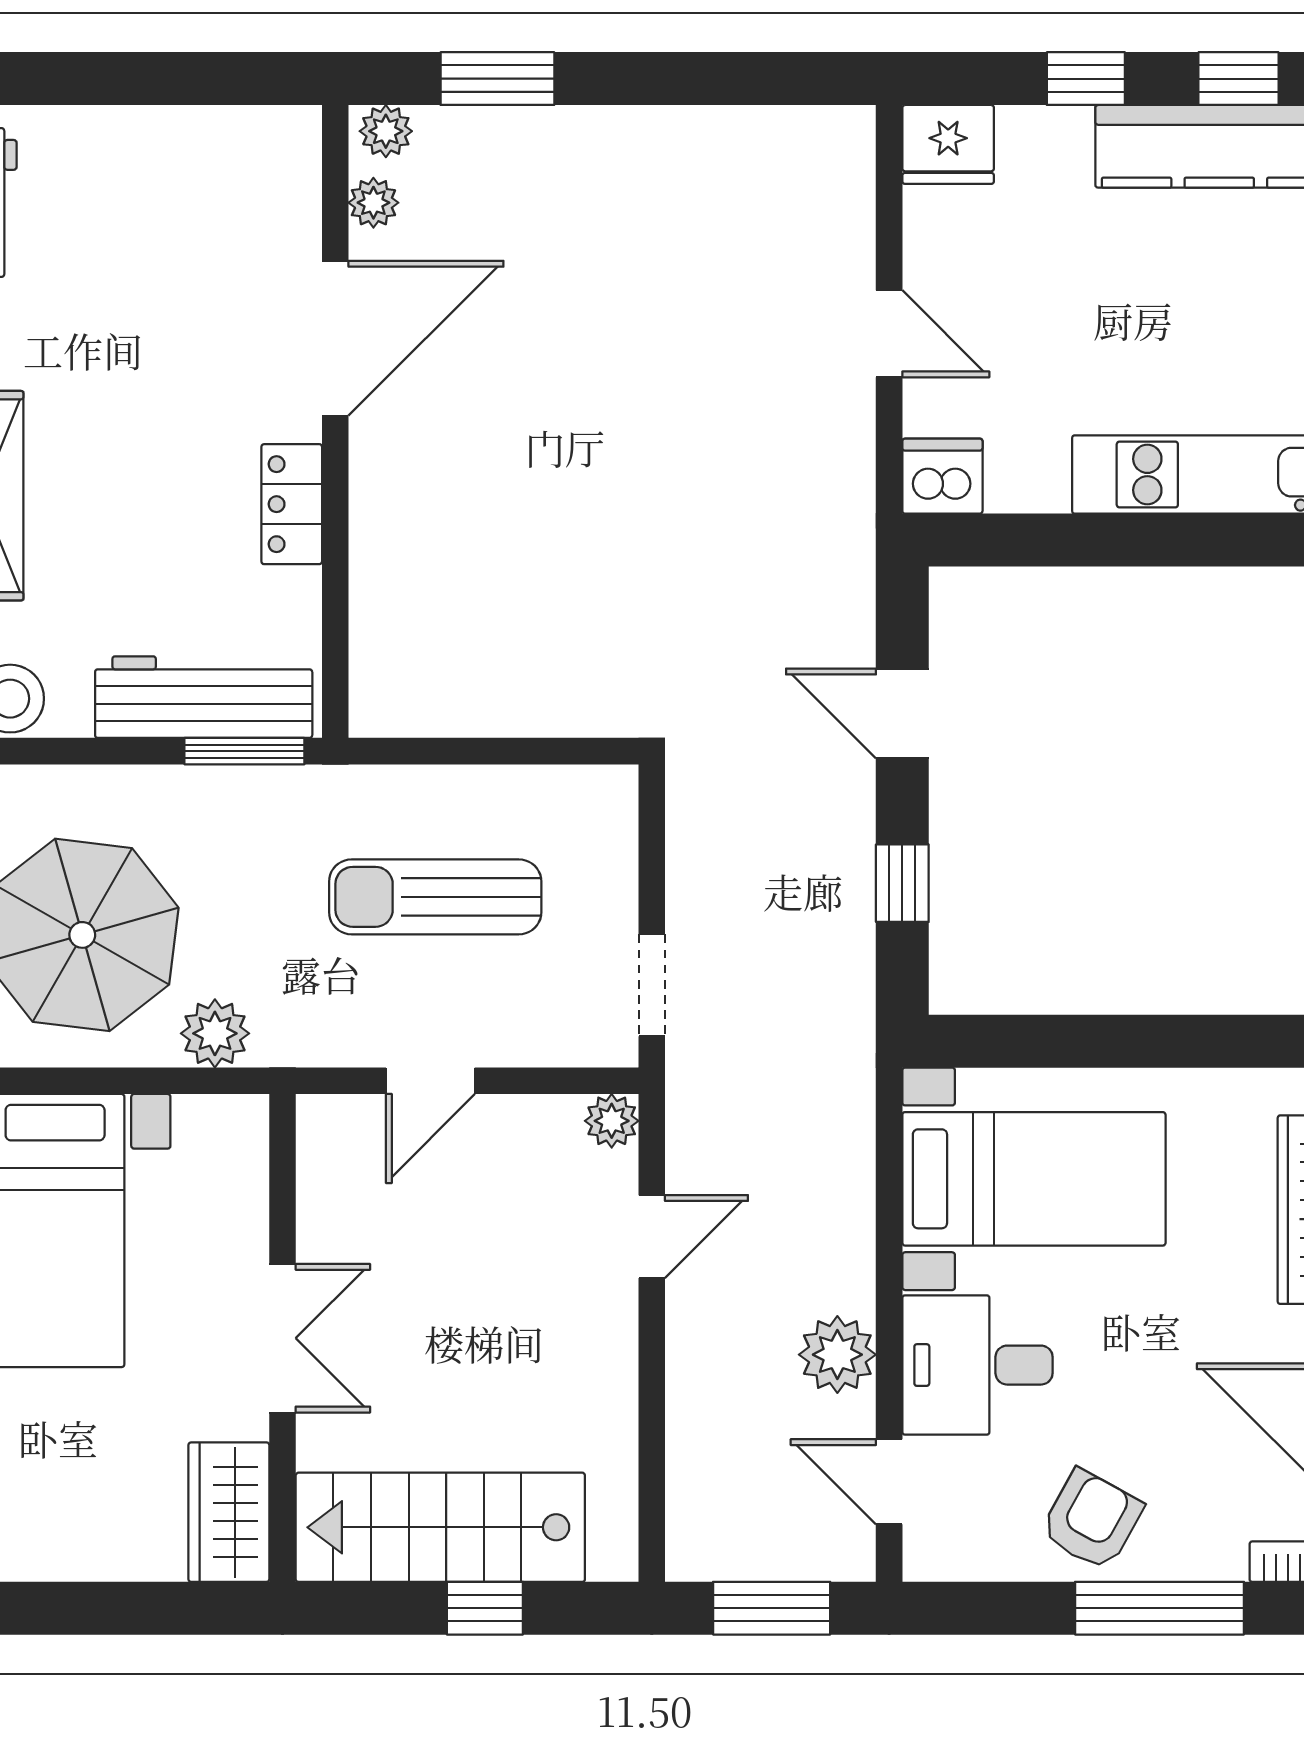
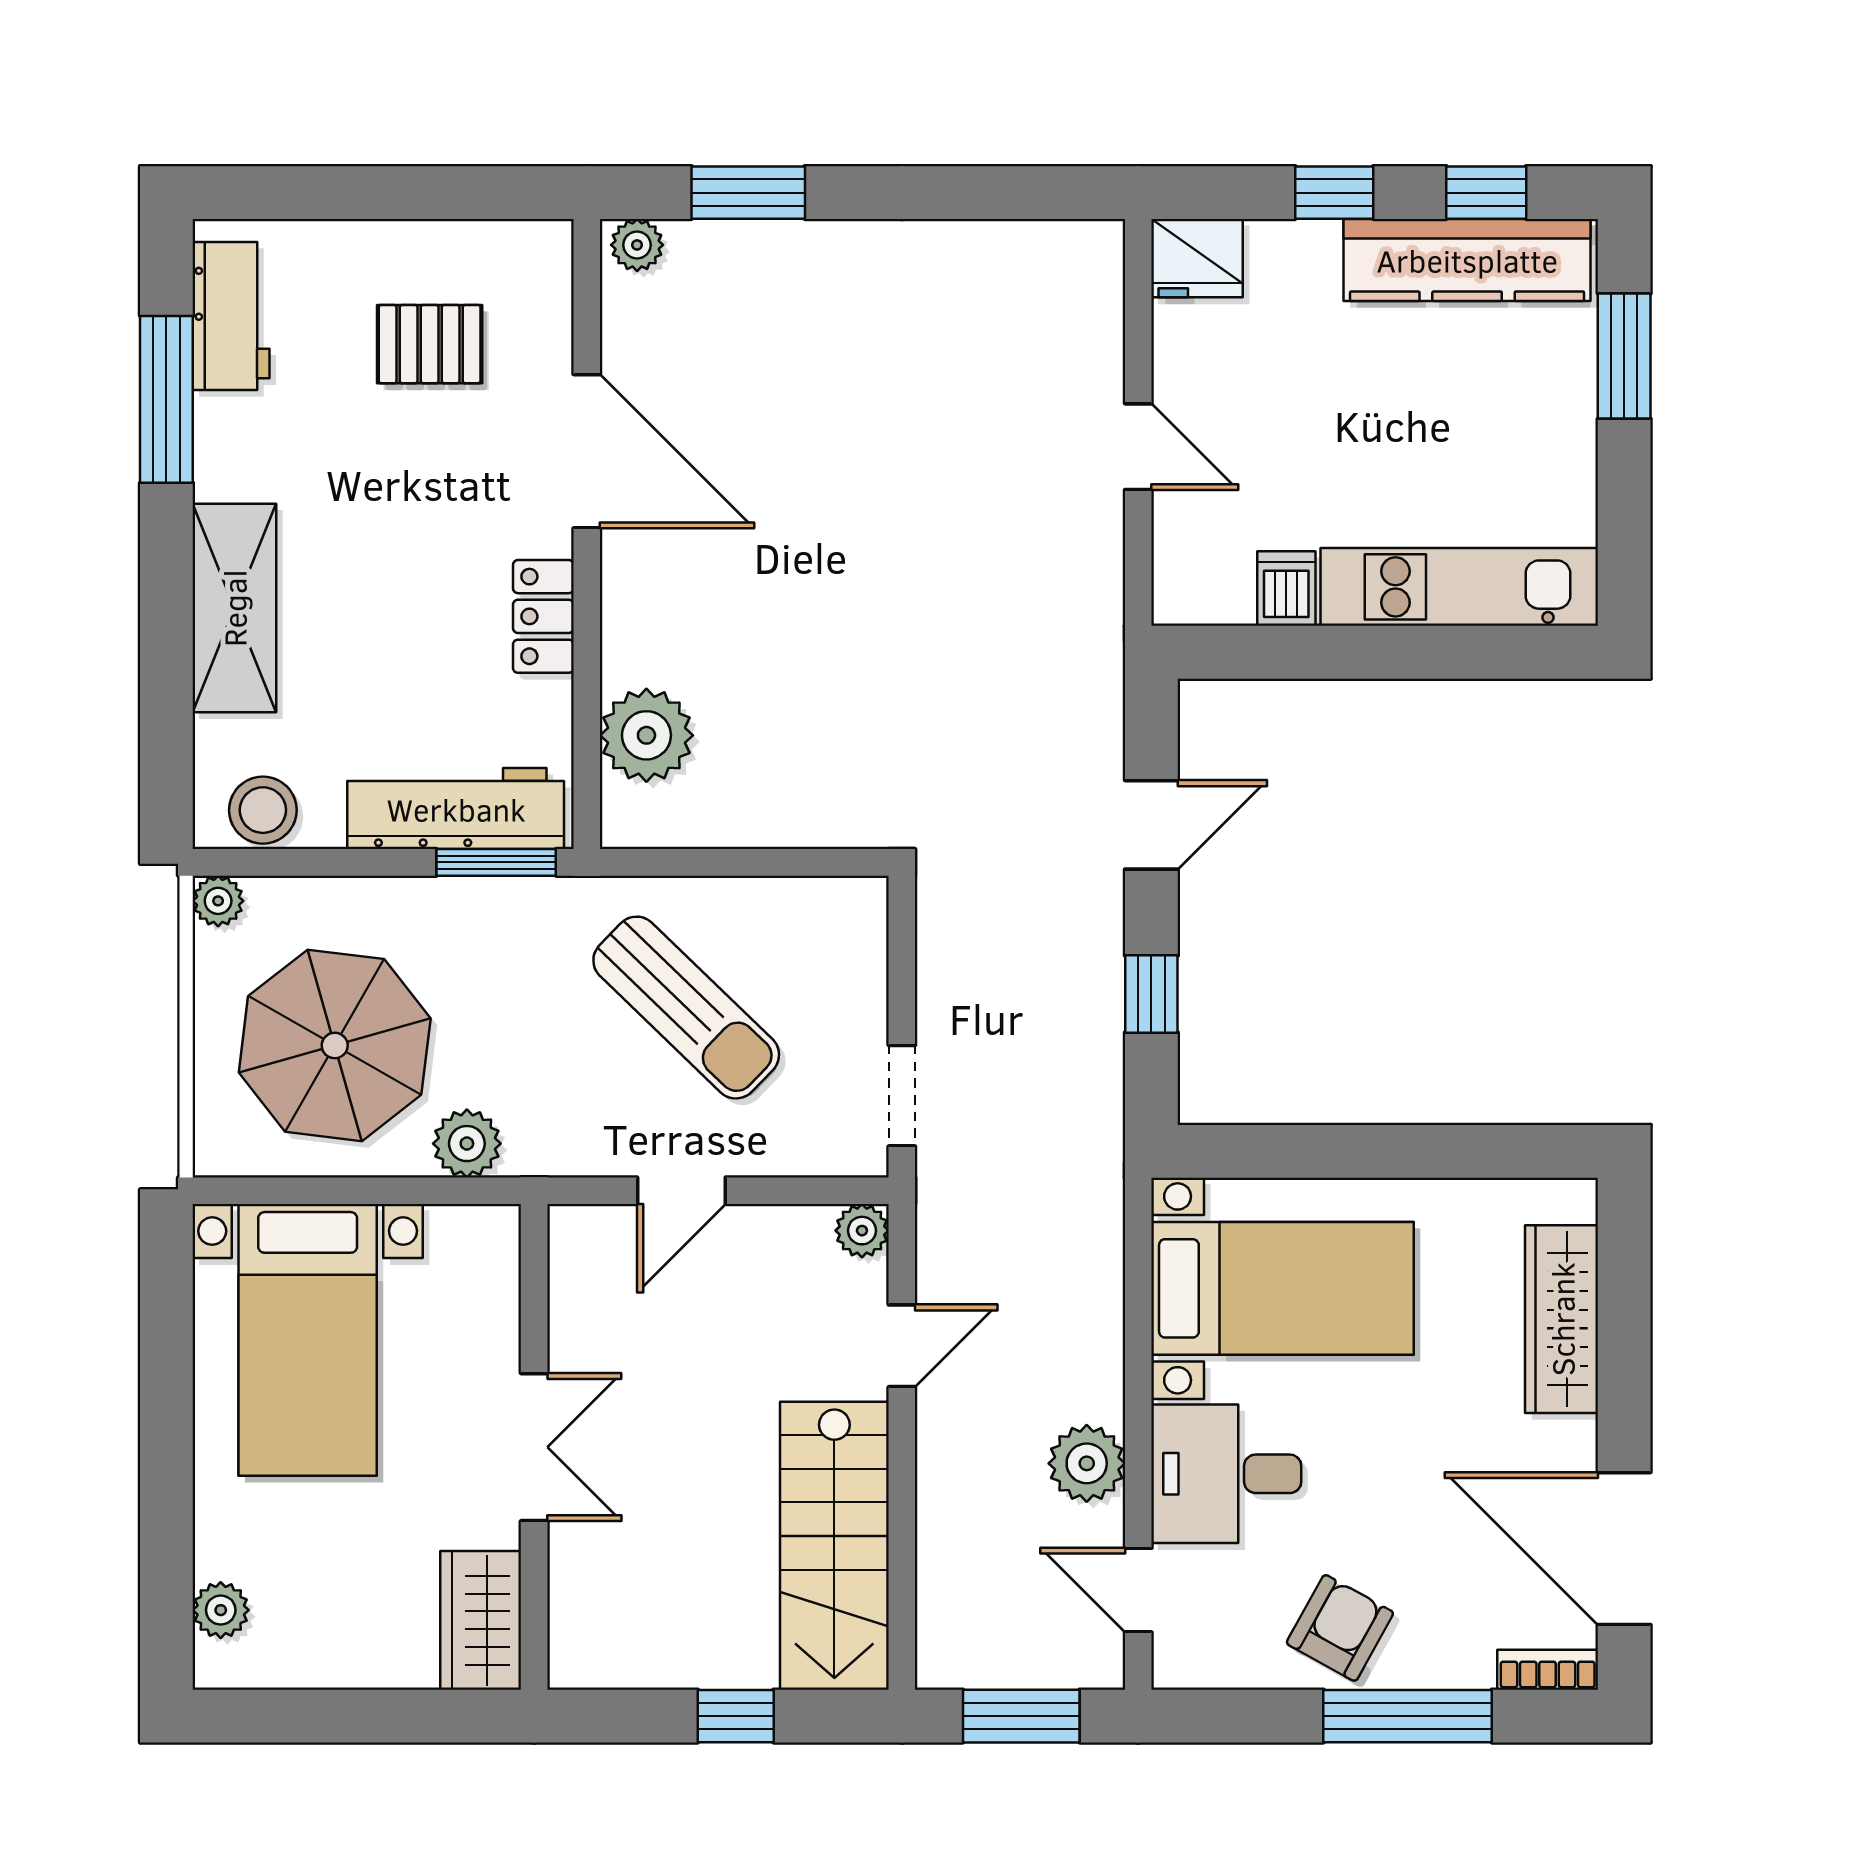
plant: (373, 203) -> (646, 735), moved, width x1.87, depth x1.87
pallet: (178, 231) -> (430, 344), added
door: (335, 338) -> (587, 451), hinge flipped
dishwasher: (942, 476) -> (1286, 589), moved, width x0.73
door: (902, 713) -> (1151, 825), swing flipped
sun lounger: (435, 897) -> (686, 1008), turned -136
stairs: (440, 1527) -> (834, 1546), moved, turned -90

